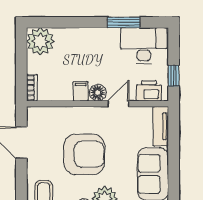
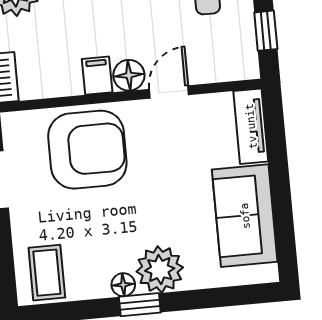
printer: (149, 91) -> (223, 63), removed
armchair: (84, 154) -> (87, 150), moved

